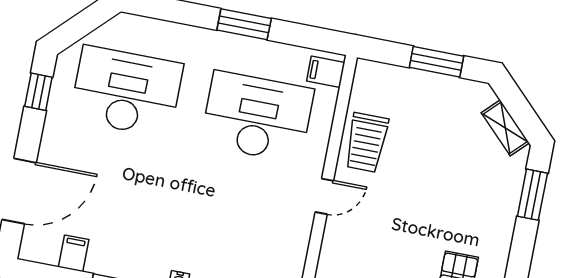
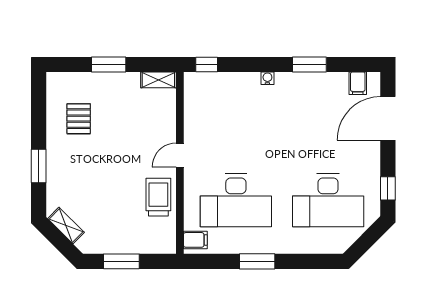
window: (532, 195) -> (39, 166), moved
filing cabinet: (74, 253) -> (358, 83), moved

